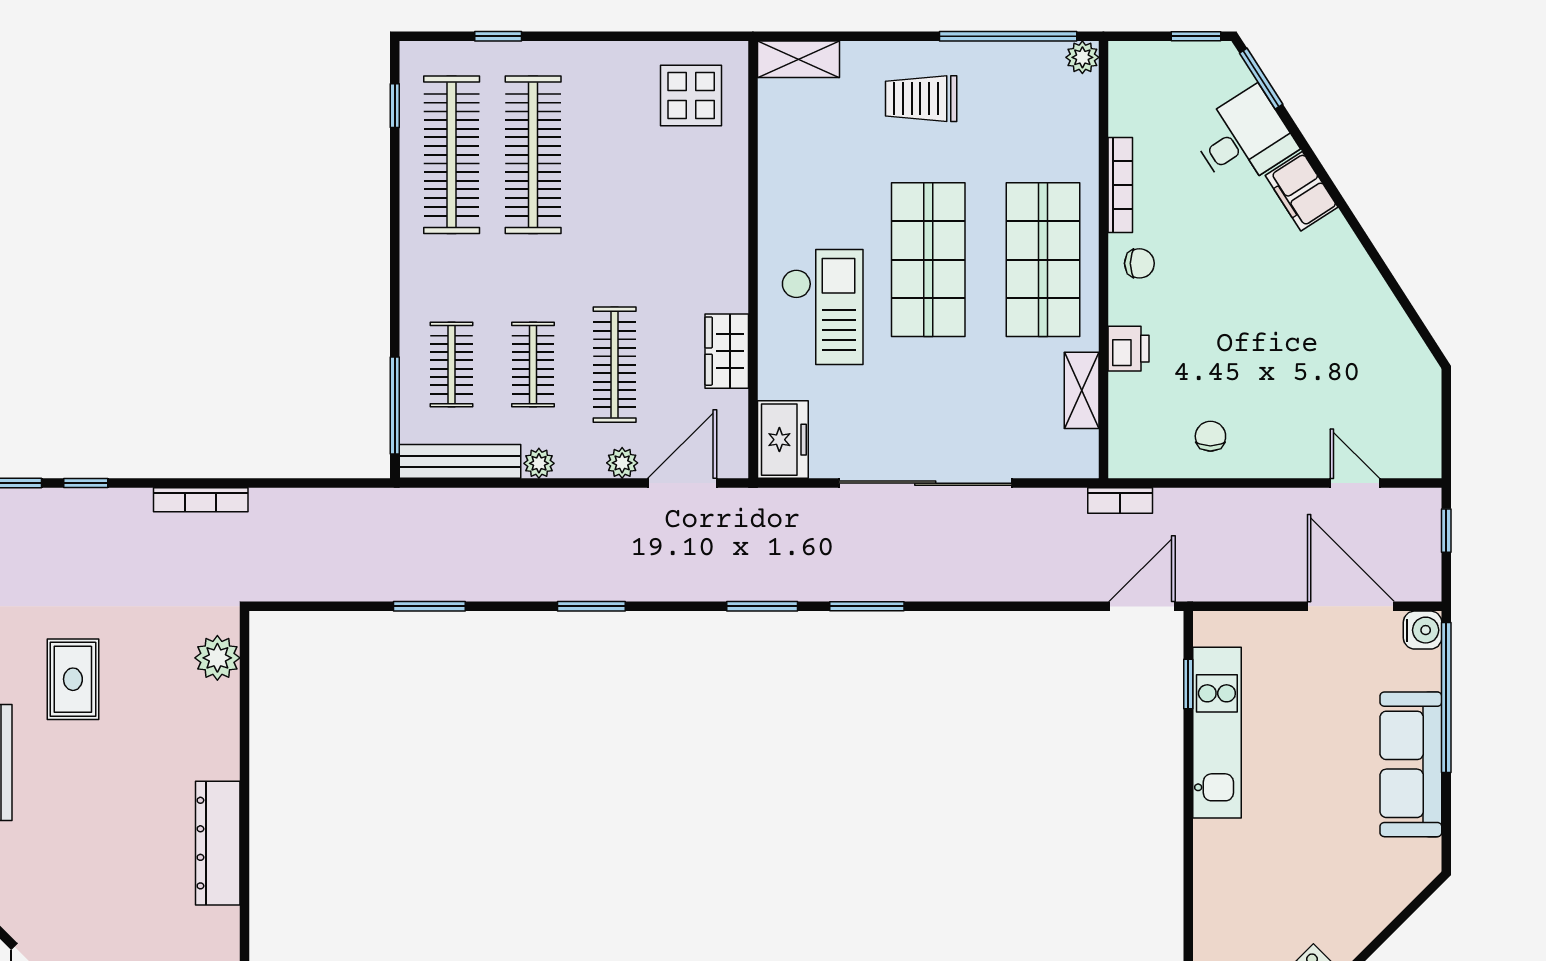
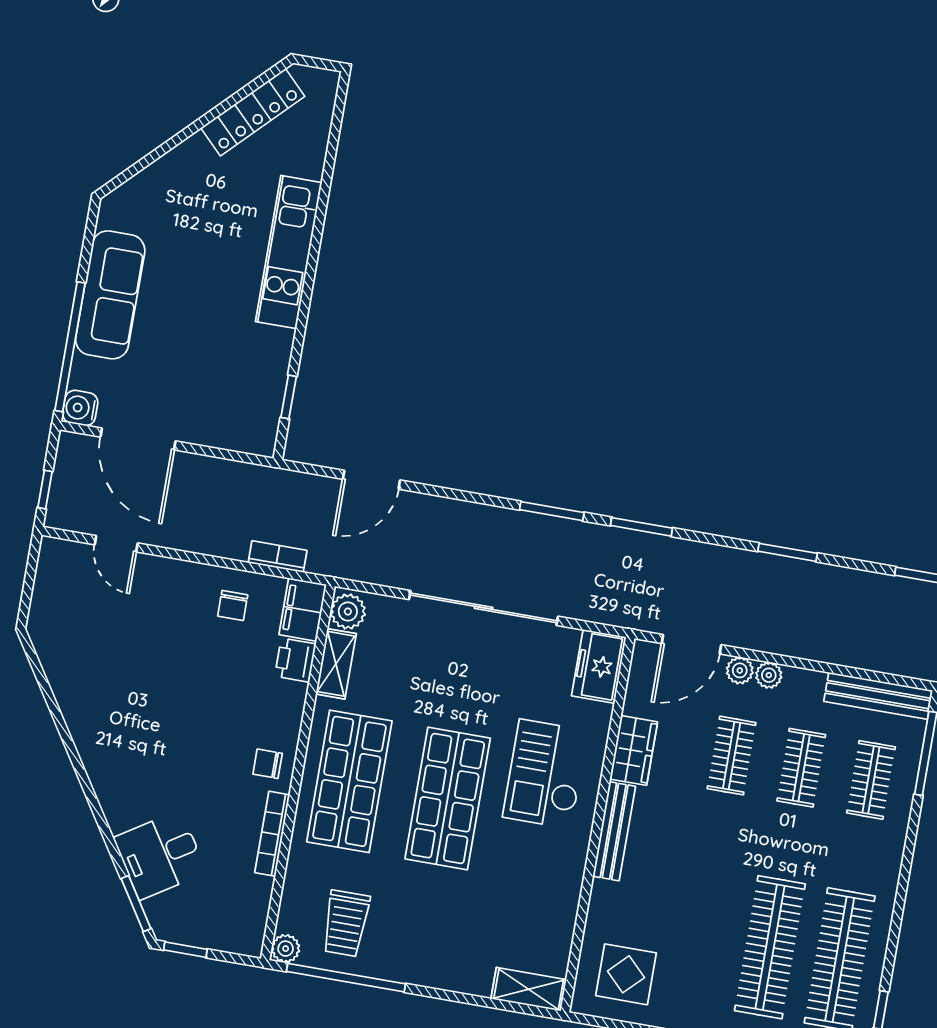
trolley: (921, 99) -> (346, 923), moved, turned 90
filing cabinet: (1302, 191) -> (303, 610), moved, turned -147
bench: (733, 255) -> (614, 831), added
printer: (1129, 349) -> (295, 660), moved
clothes rail: (615, 365) -> (732, 756), width x0.73
plant: (1078, 452) -> (348, 612), added
plant: (539, 463) -> (769, 675), moved
bookcase: (1120, 501) -> (278, 557), moved
door: (1142, 606) -> (371, 480), moved
kitchen unit: (1217, 733) -> (289, 252), moved

